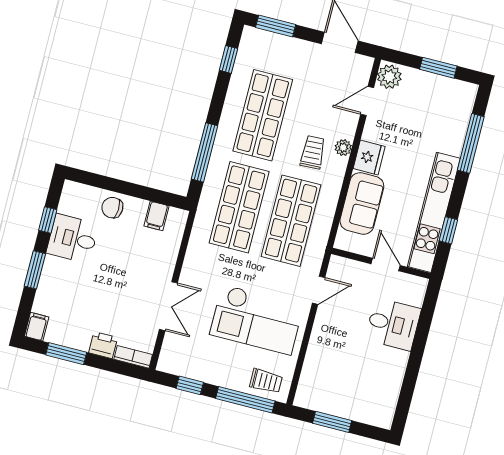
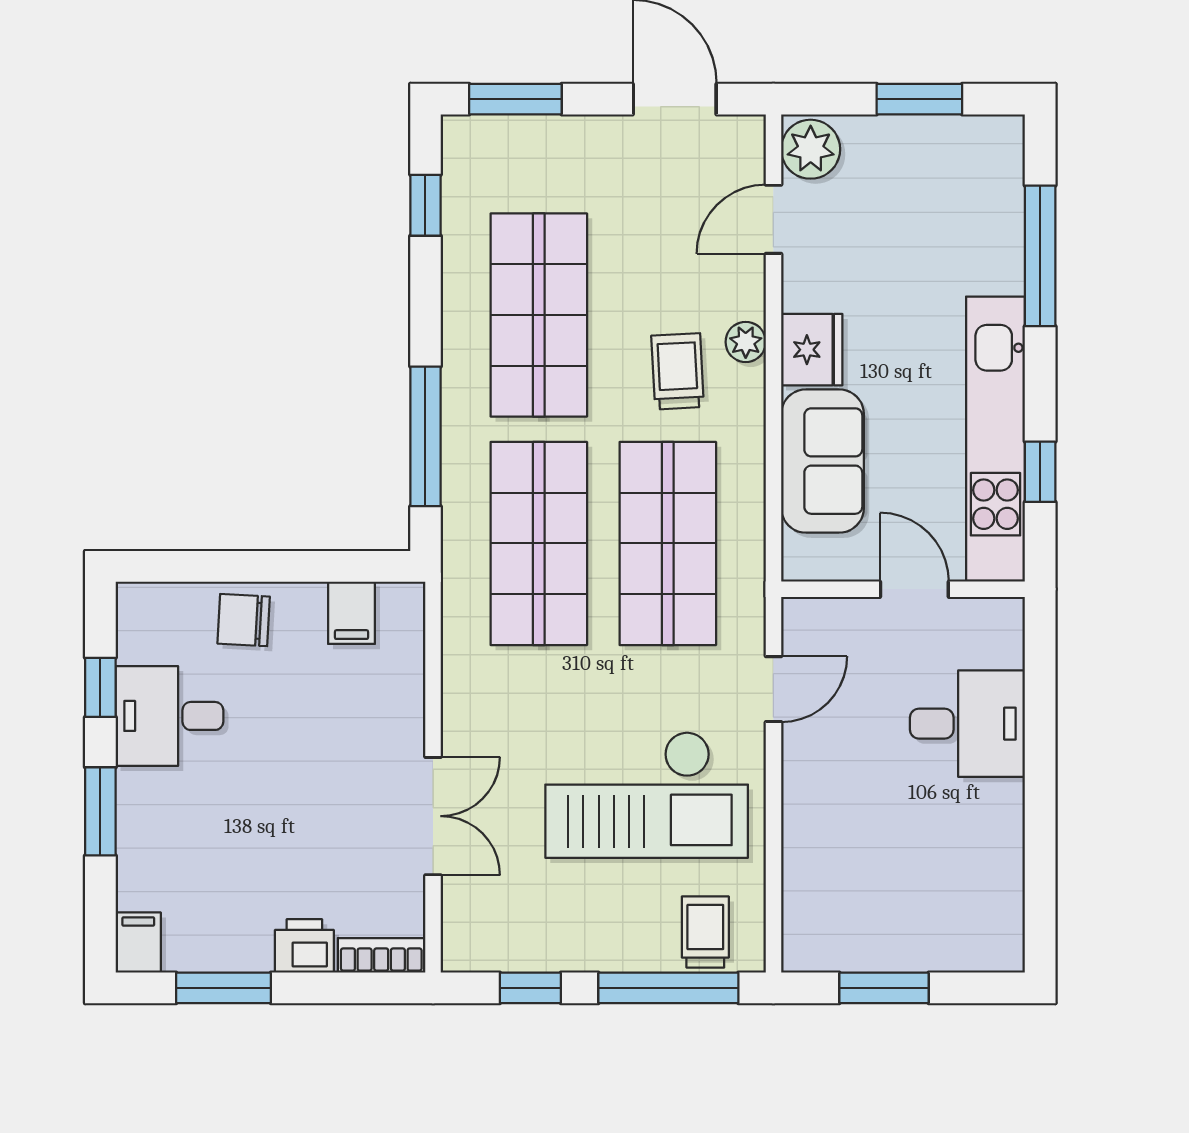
trolley: (266, 381) -> (705, 932), turned -90

